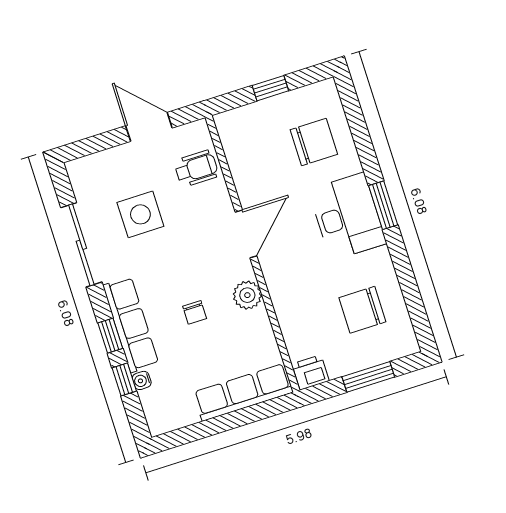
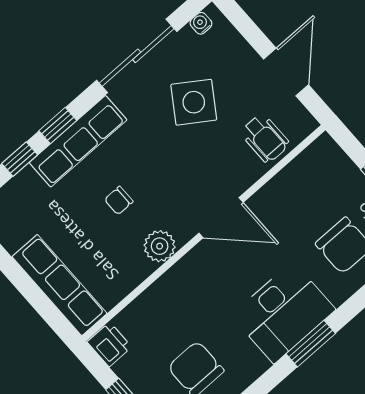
side table: (140, 214) -> (194, 102), turned 34
water cooler: (142, 380) -> (201, 23), moved

